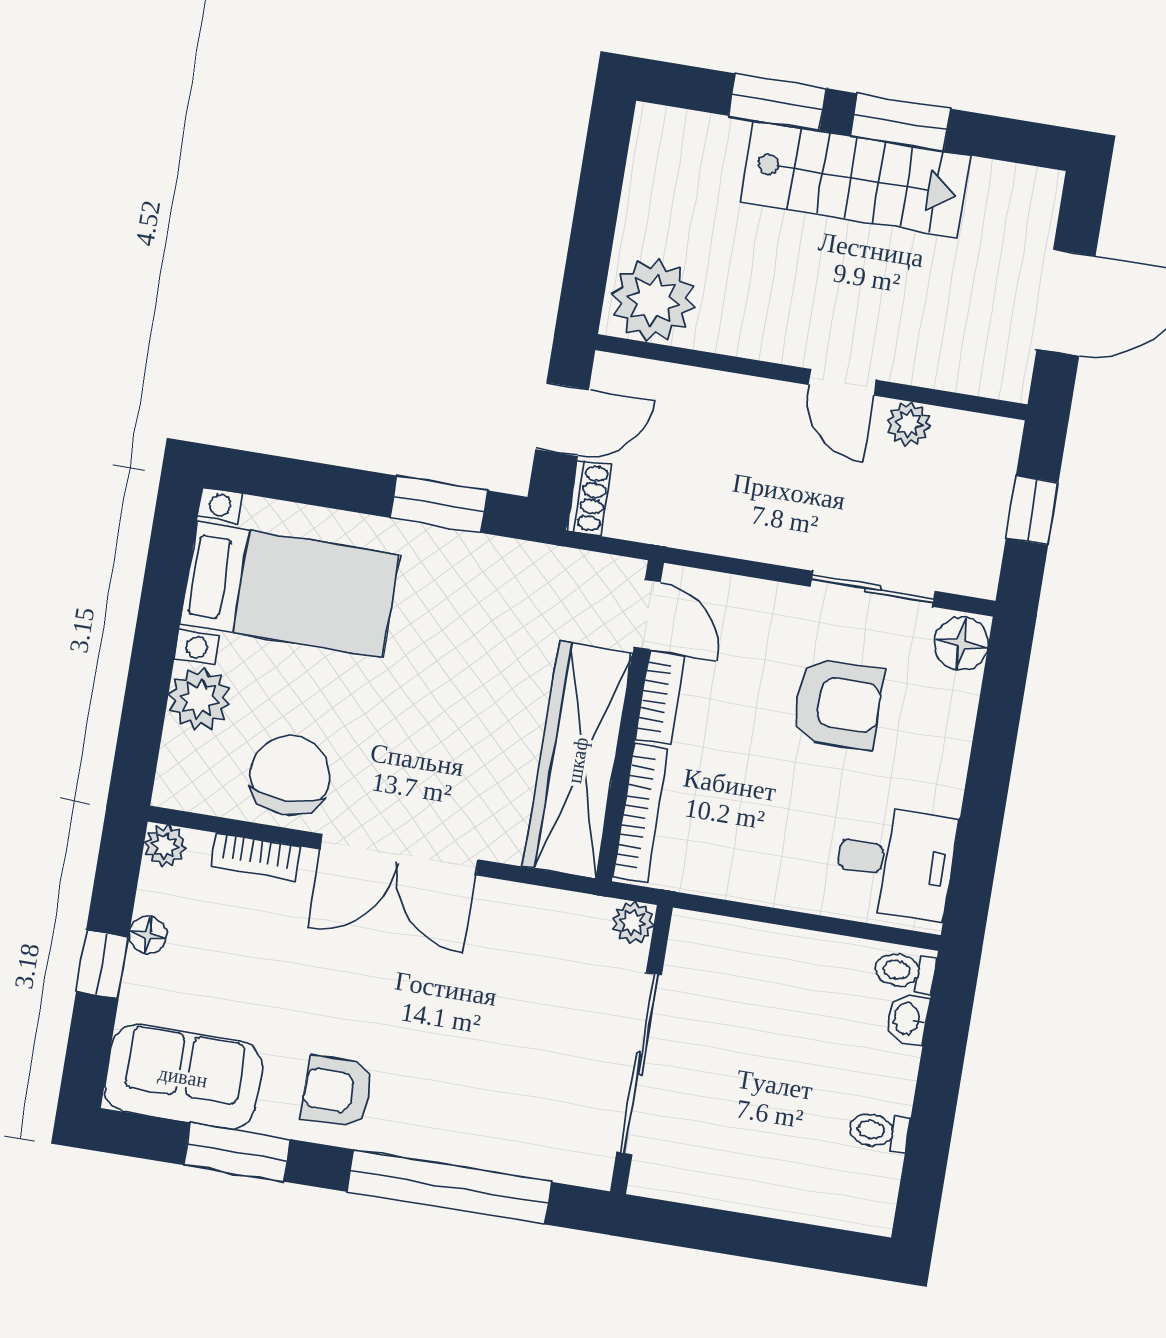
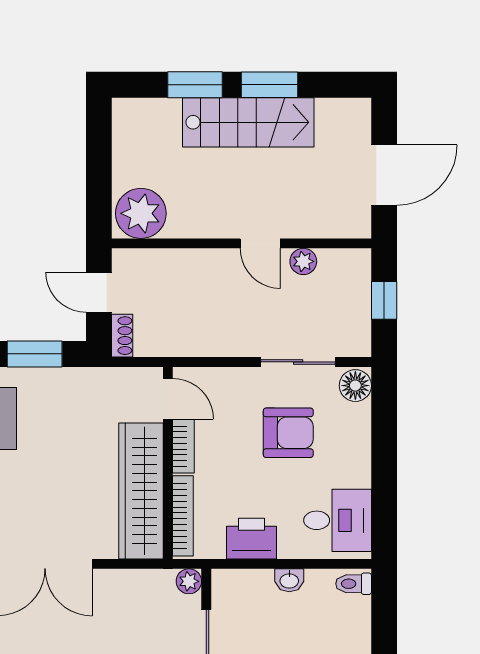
door: (562, 419) -> (99, 292), swing flipped
printer: (748, 869) -> (252, 539), added
washbasin: (907, 1019) -> (289, 580), moved, turned -90

